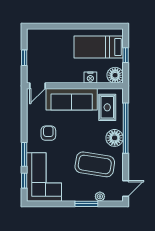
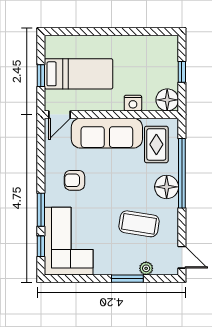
bed: (99, 47) -> (79, 74), moved, turned 180
armchair: (48, 133) -> (75, 180), turned -90
coffee table: (95, 164) -> (139, 224), width x0.73, depth x0.76
door: (126, 189) -> (182, 257), hinge flipped

